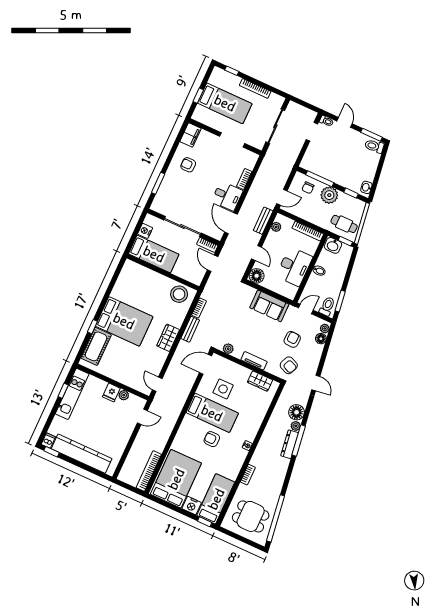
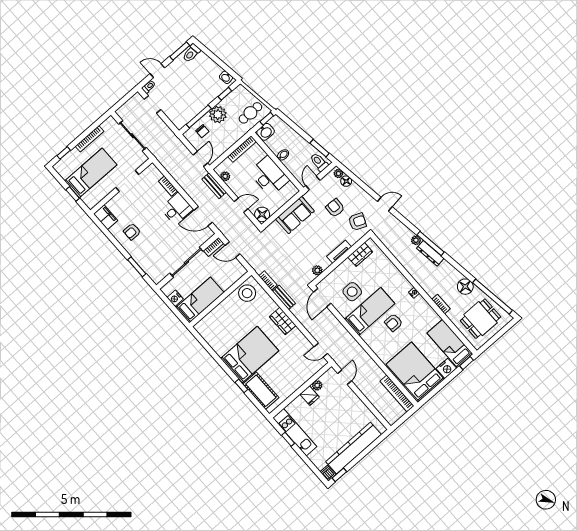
floor lamp: (297, 412) -> (465, 287), moved

